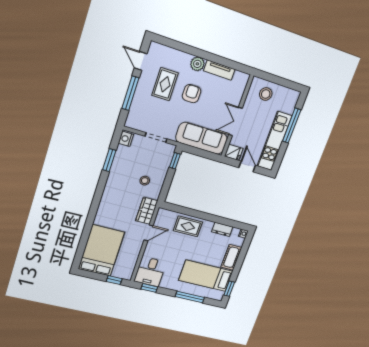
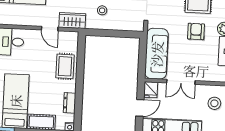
armchair: (192, 94) -> (196, 31), turned -90
double door: (235, 121) -> (181, 82), swing flipped
window: (175, 161) -> (128, 34), removed

